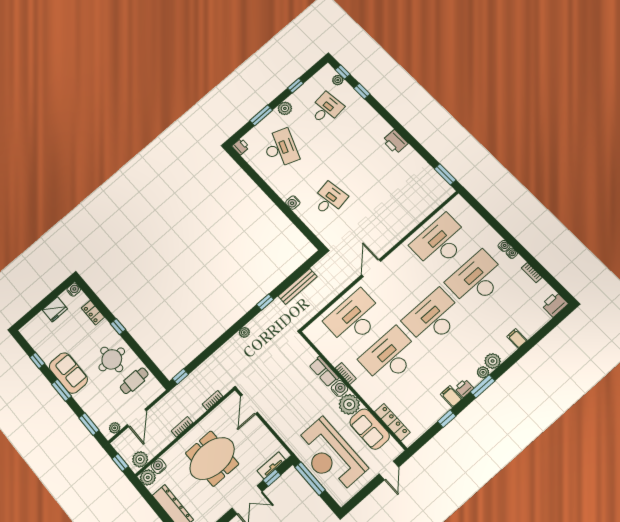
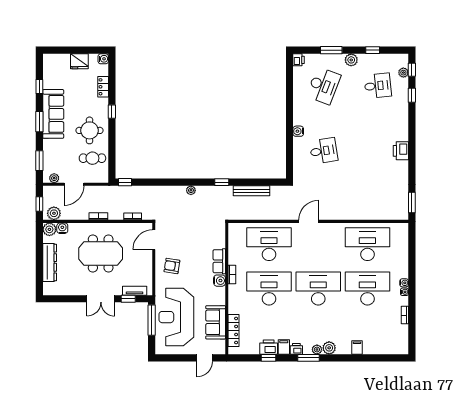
printer: (555, 304) -> (269, 347), moved
sofa: (68, 373) -> (53, 114), width x1.36
plant: (349, 404) -> (217, 296), removed
armchair: (285, 413) -> (172, 266), added

